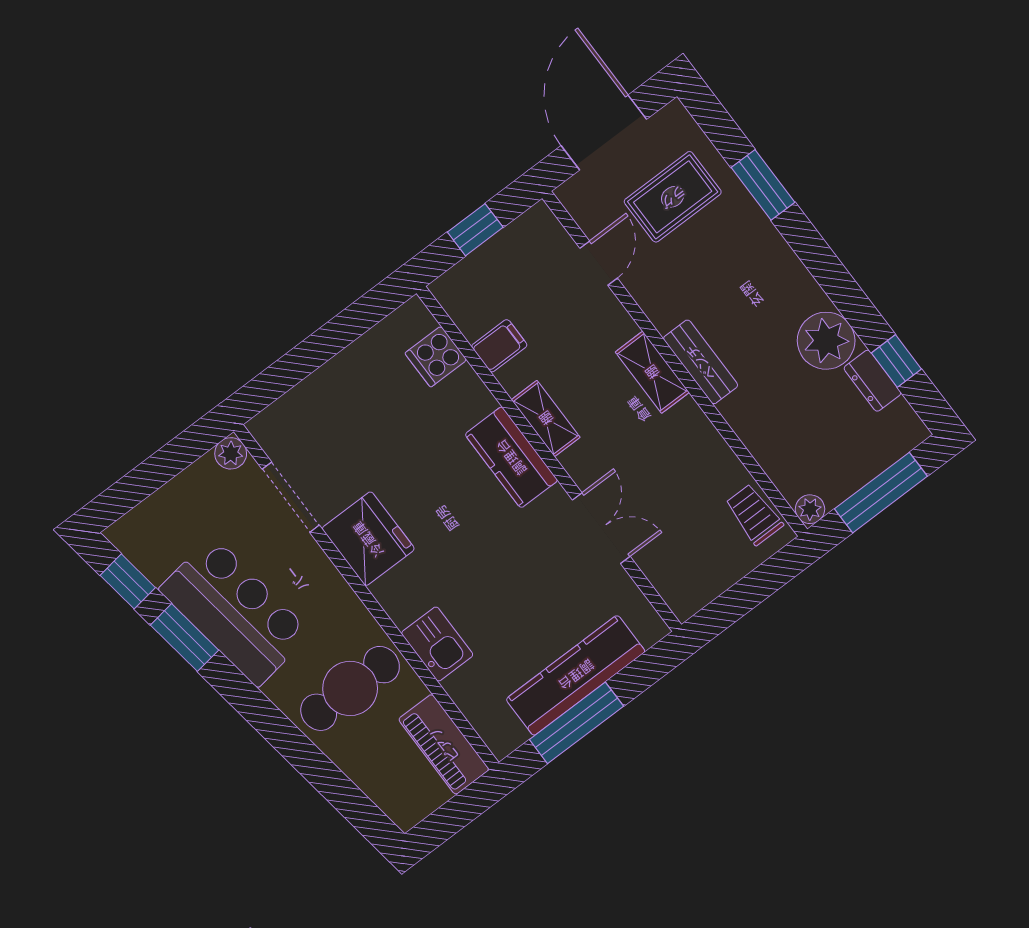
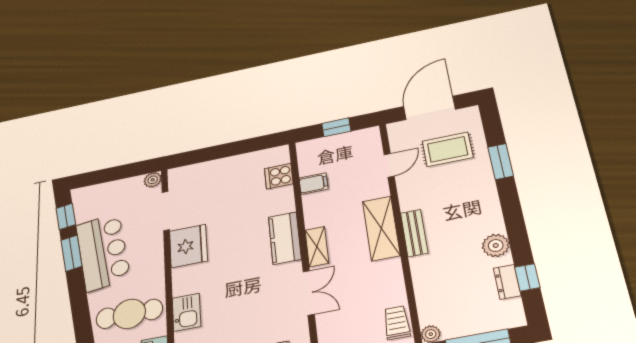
plant: (826, 341) -> (496, 245), width x0.73, depth x0.73
shelving: (652, 372) -> (381, 228), width x1.50, depth x1.33
shelving: (546, 418) -> (317, 247), moved

